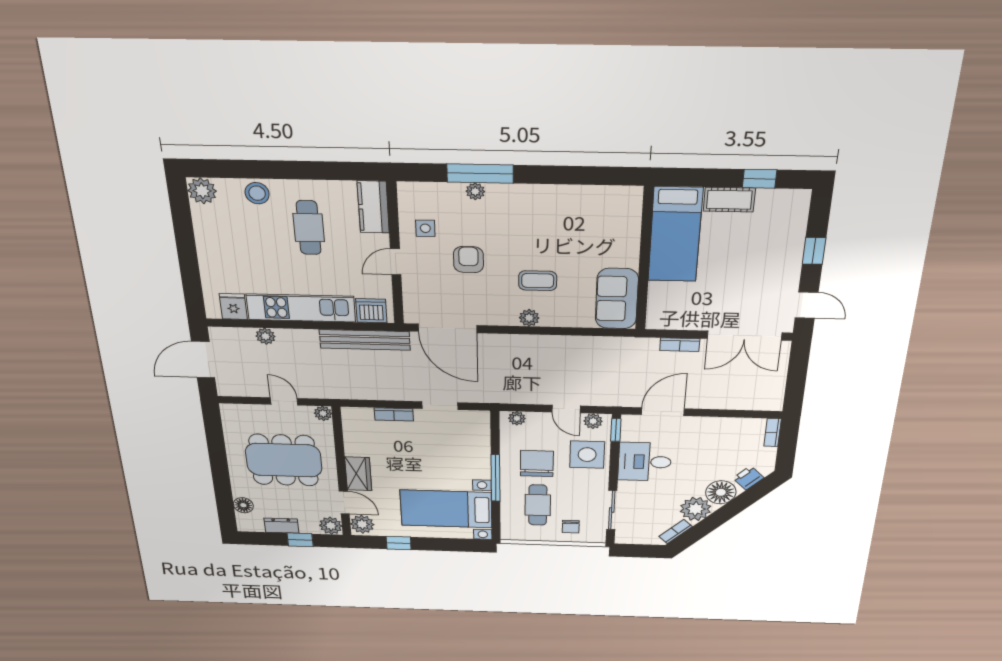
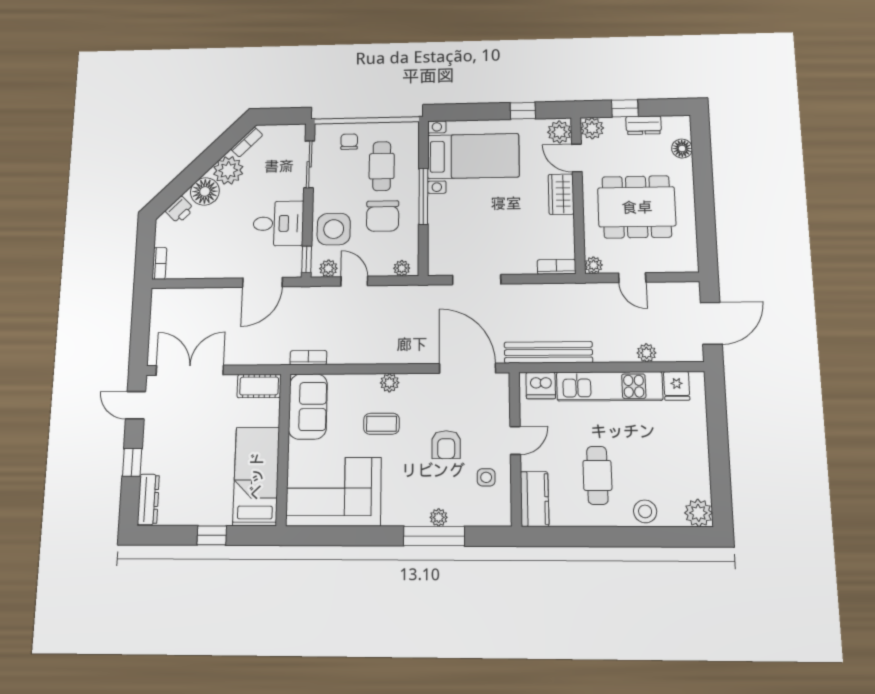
window: (760, 179) -> (212, 535), moved
cot: (729, 200) -> (259, 386), moved
dresser: (798, 215) -> (148, 499), added
corner sofa: (590, 218) -> (333, 492), added
bookcase: (680, 345) -> (308, 358), moved
doorway: (440, 406) -> (477, 280), width x1.38
bookcase: (394, 414) -> (556, 267), moved

